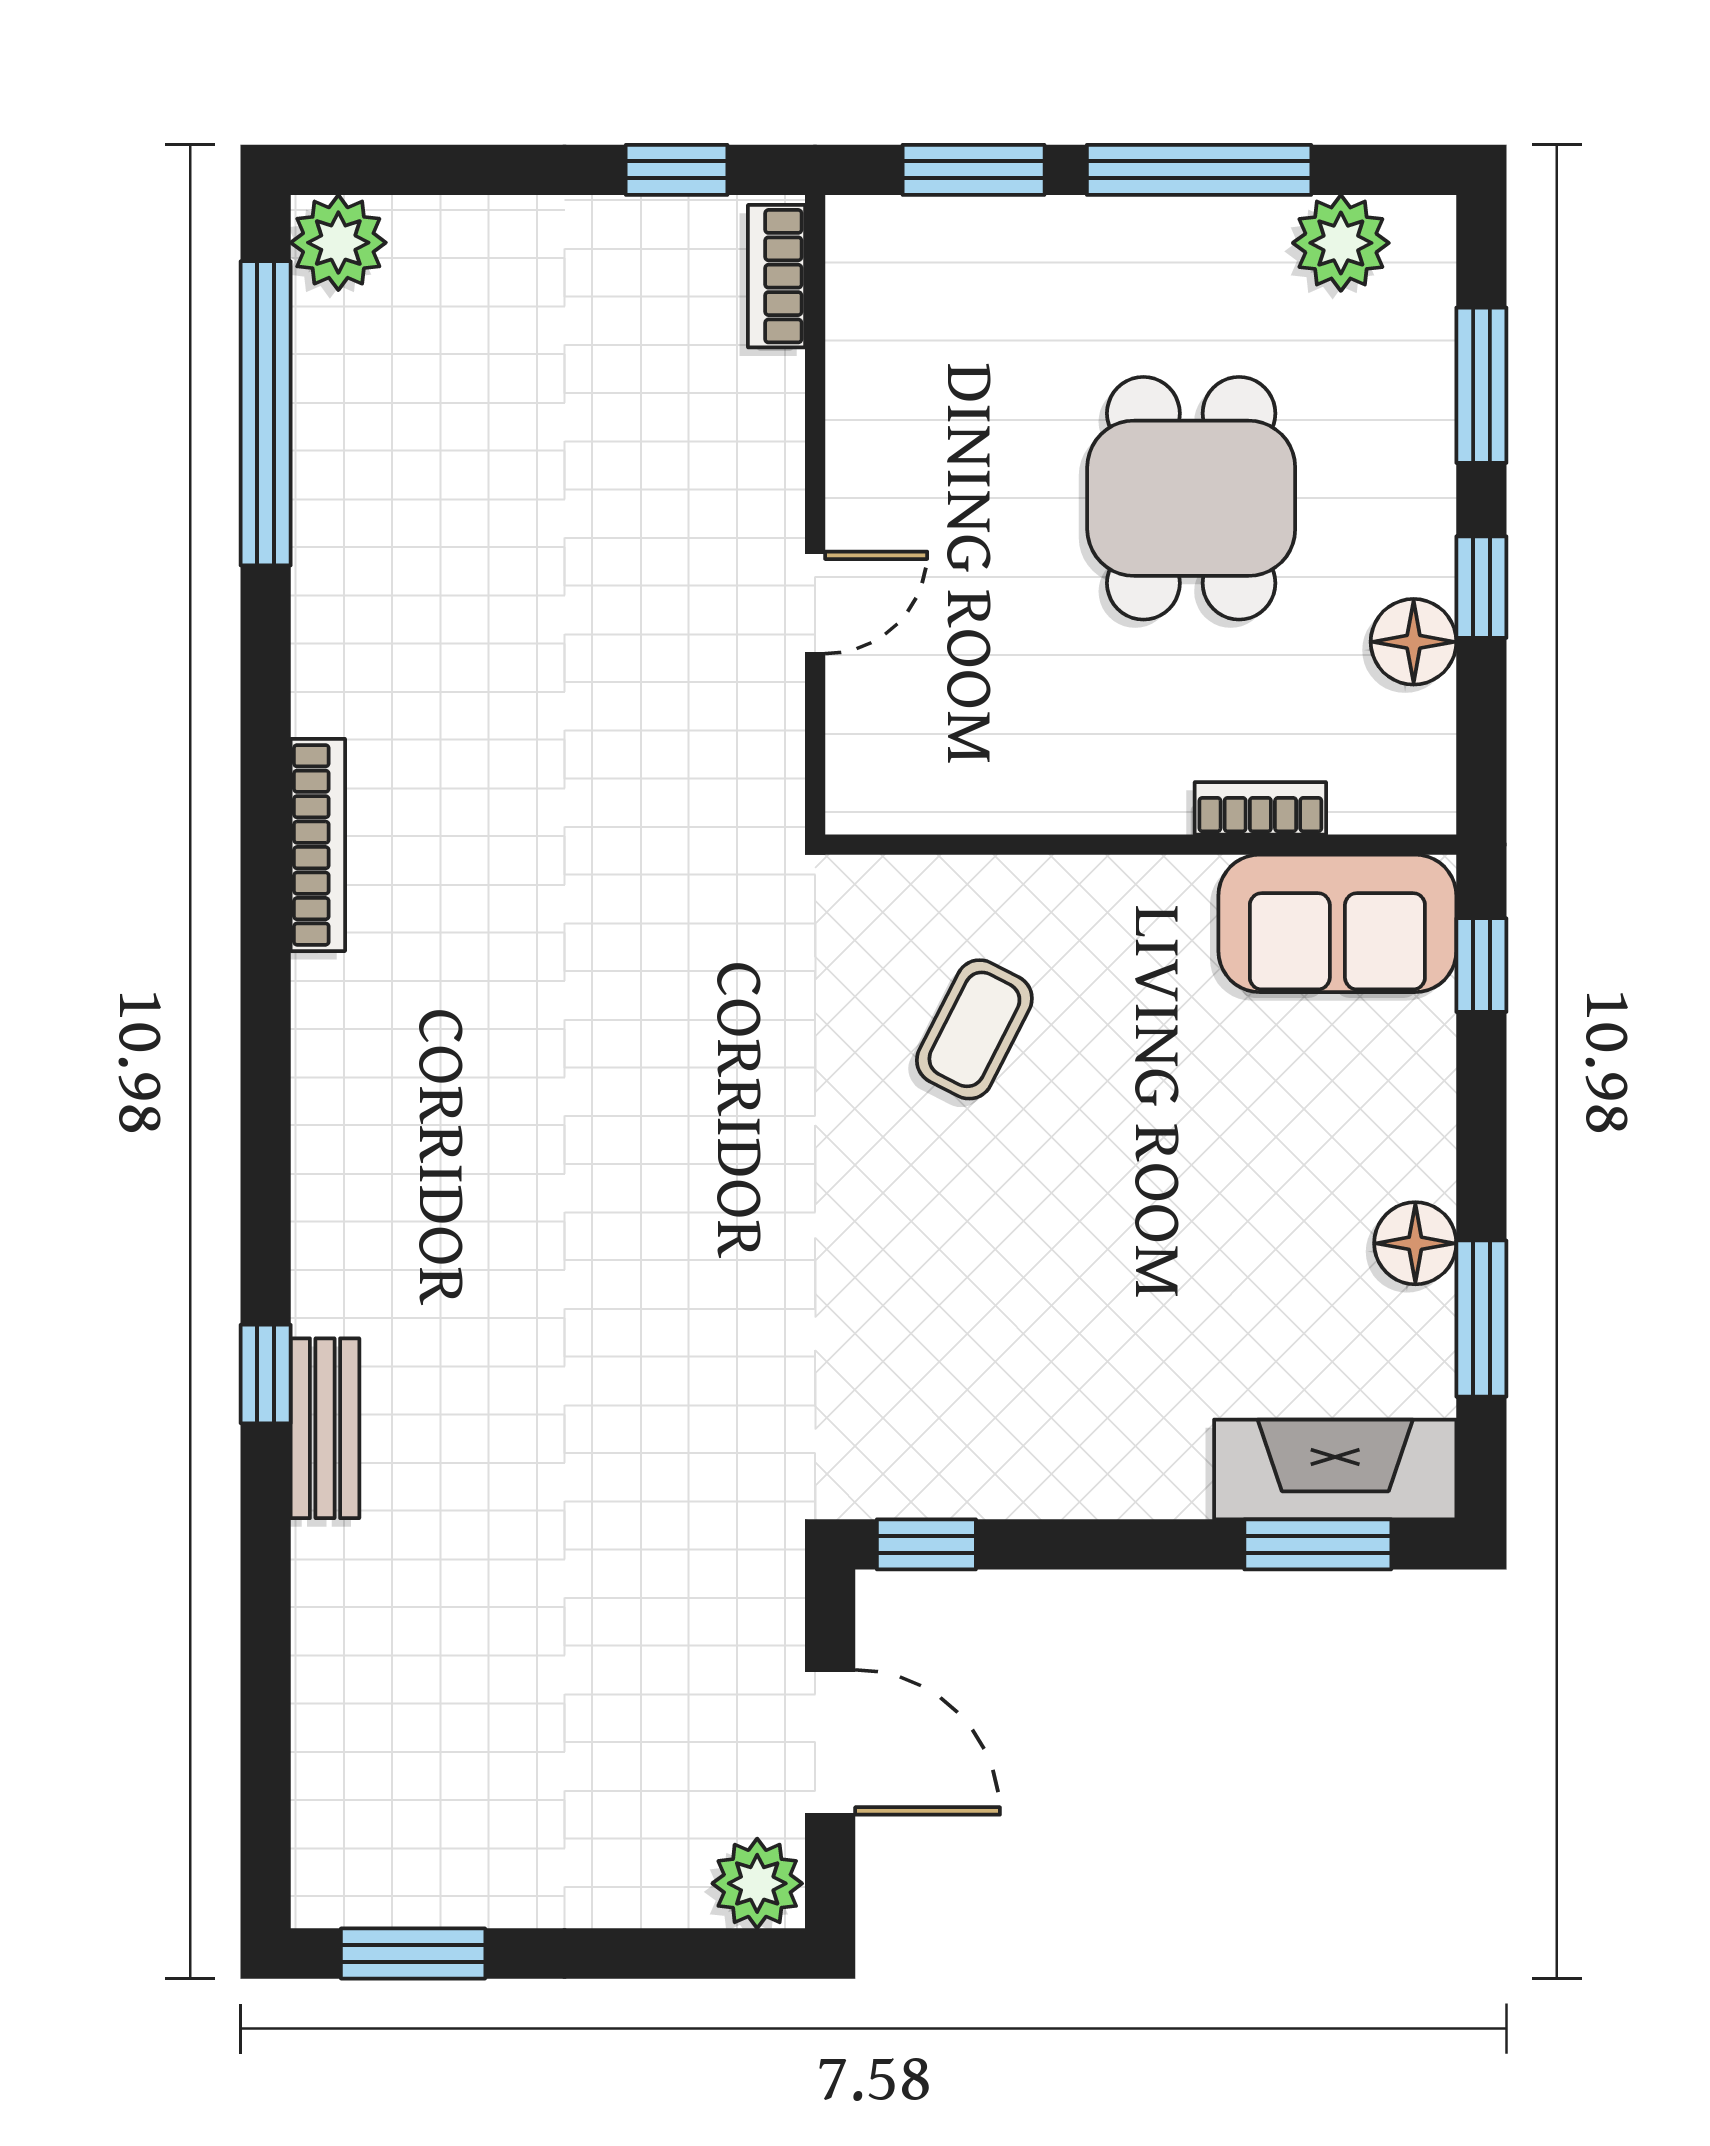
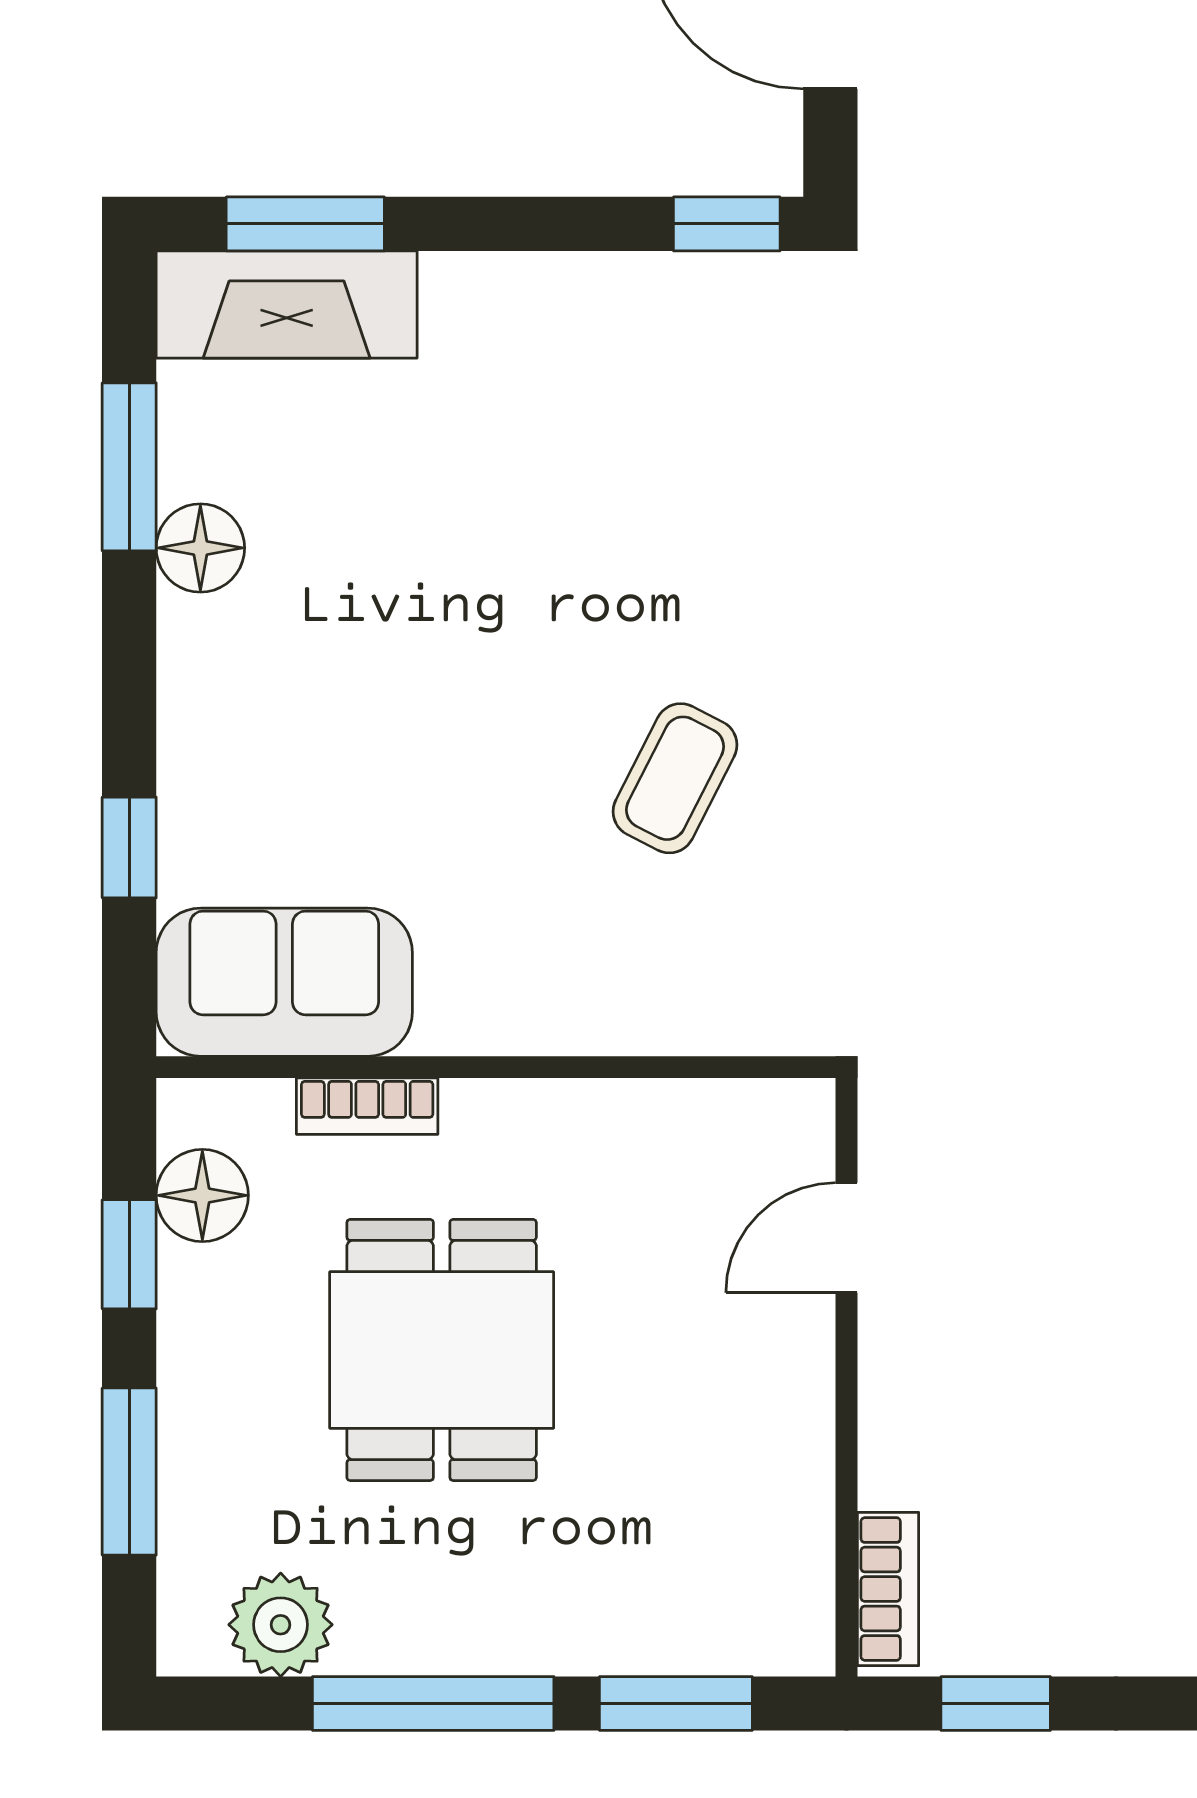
bookcase: (1260, 808) -> (367, 1106), moved
wall: (1141, 845) -> (496, 1067), moved
sofa: (1337, 923) -> (284, 982), moved

